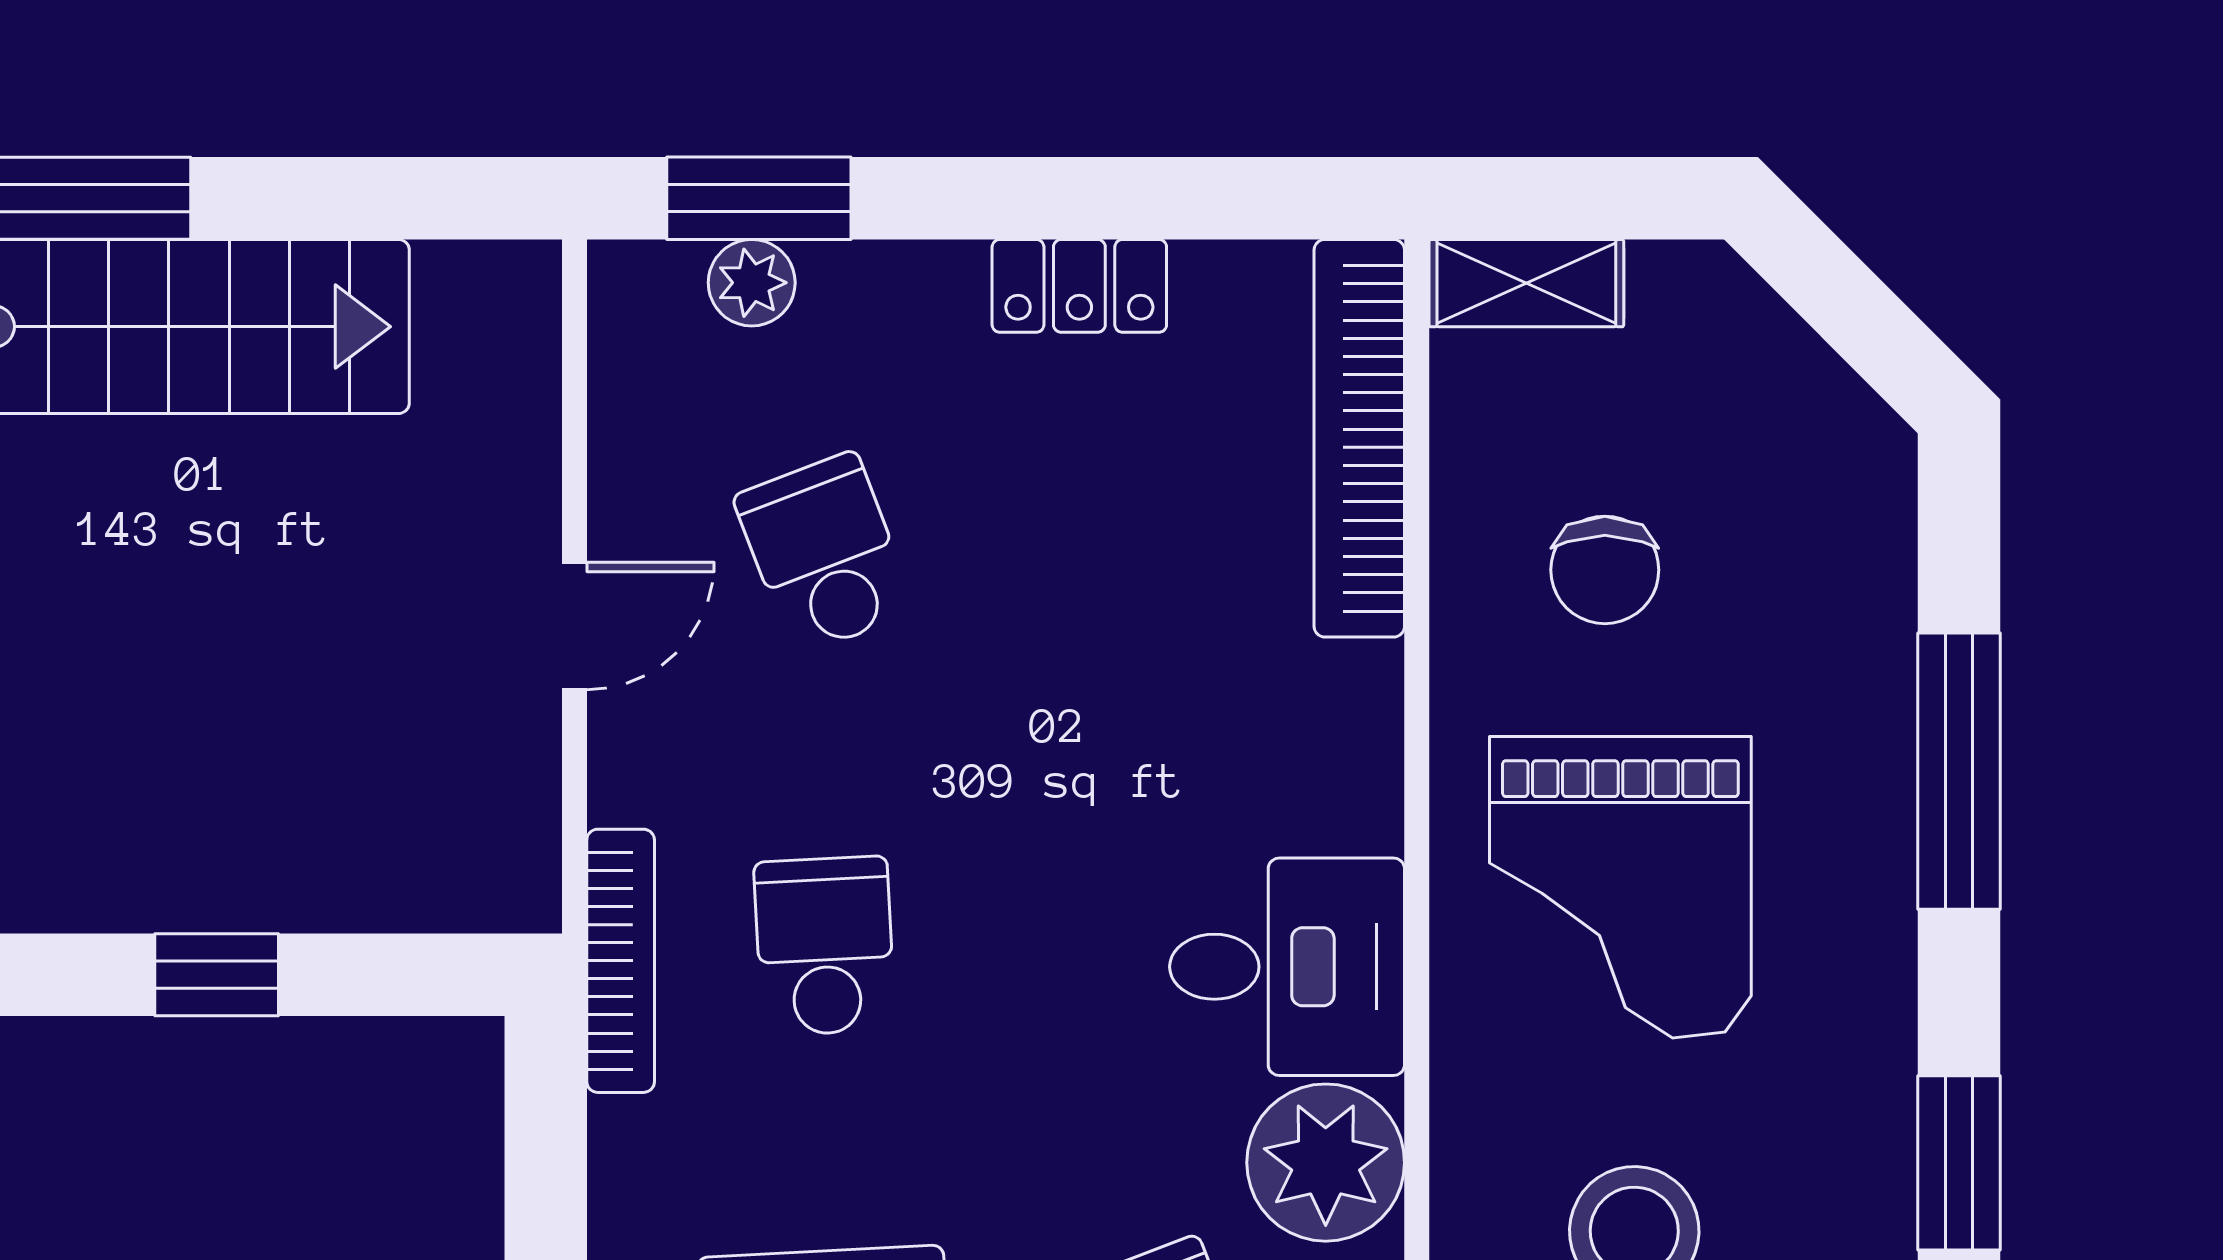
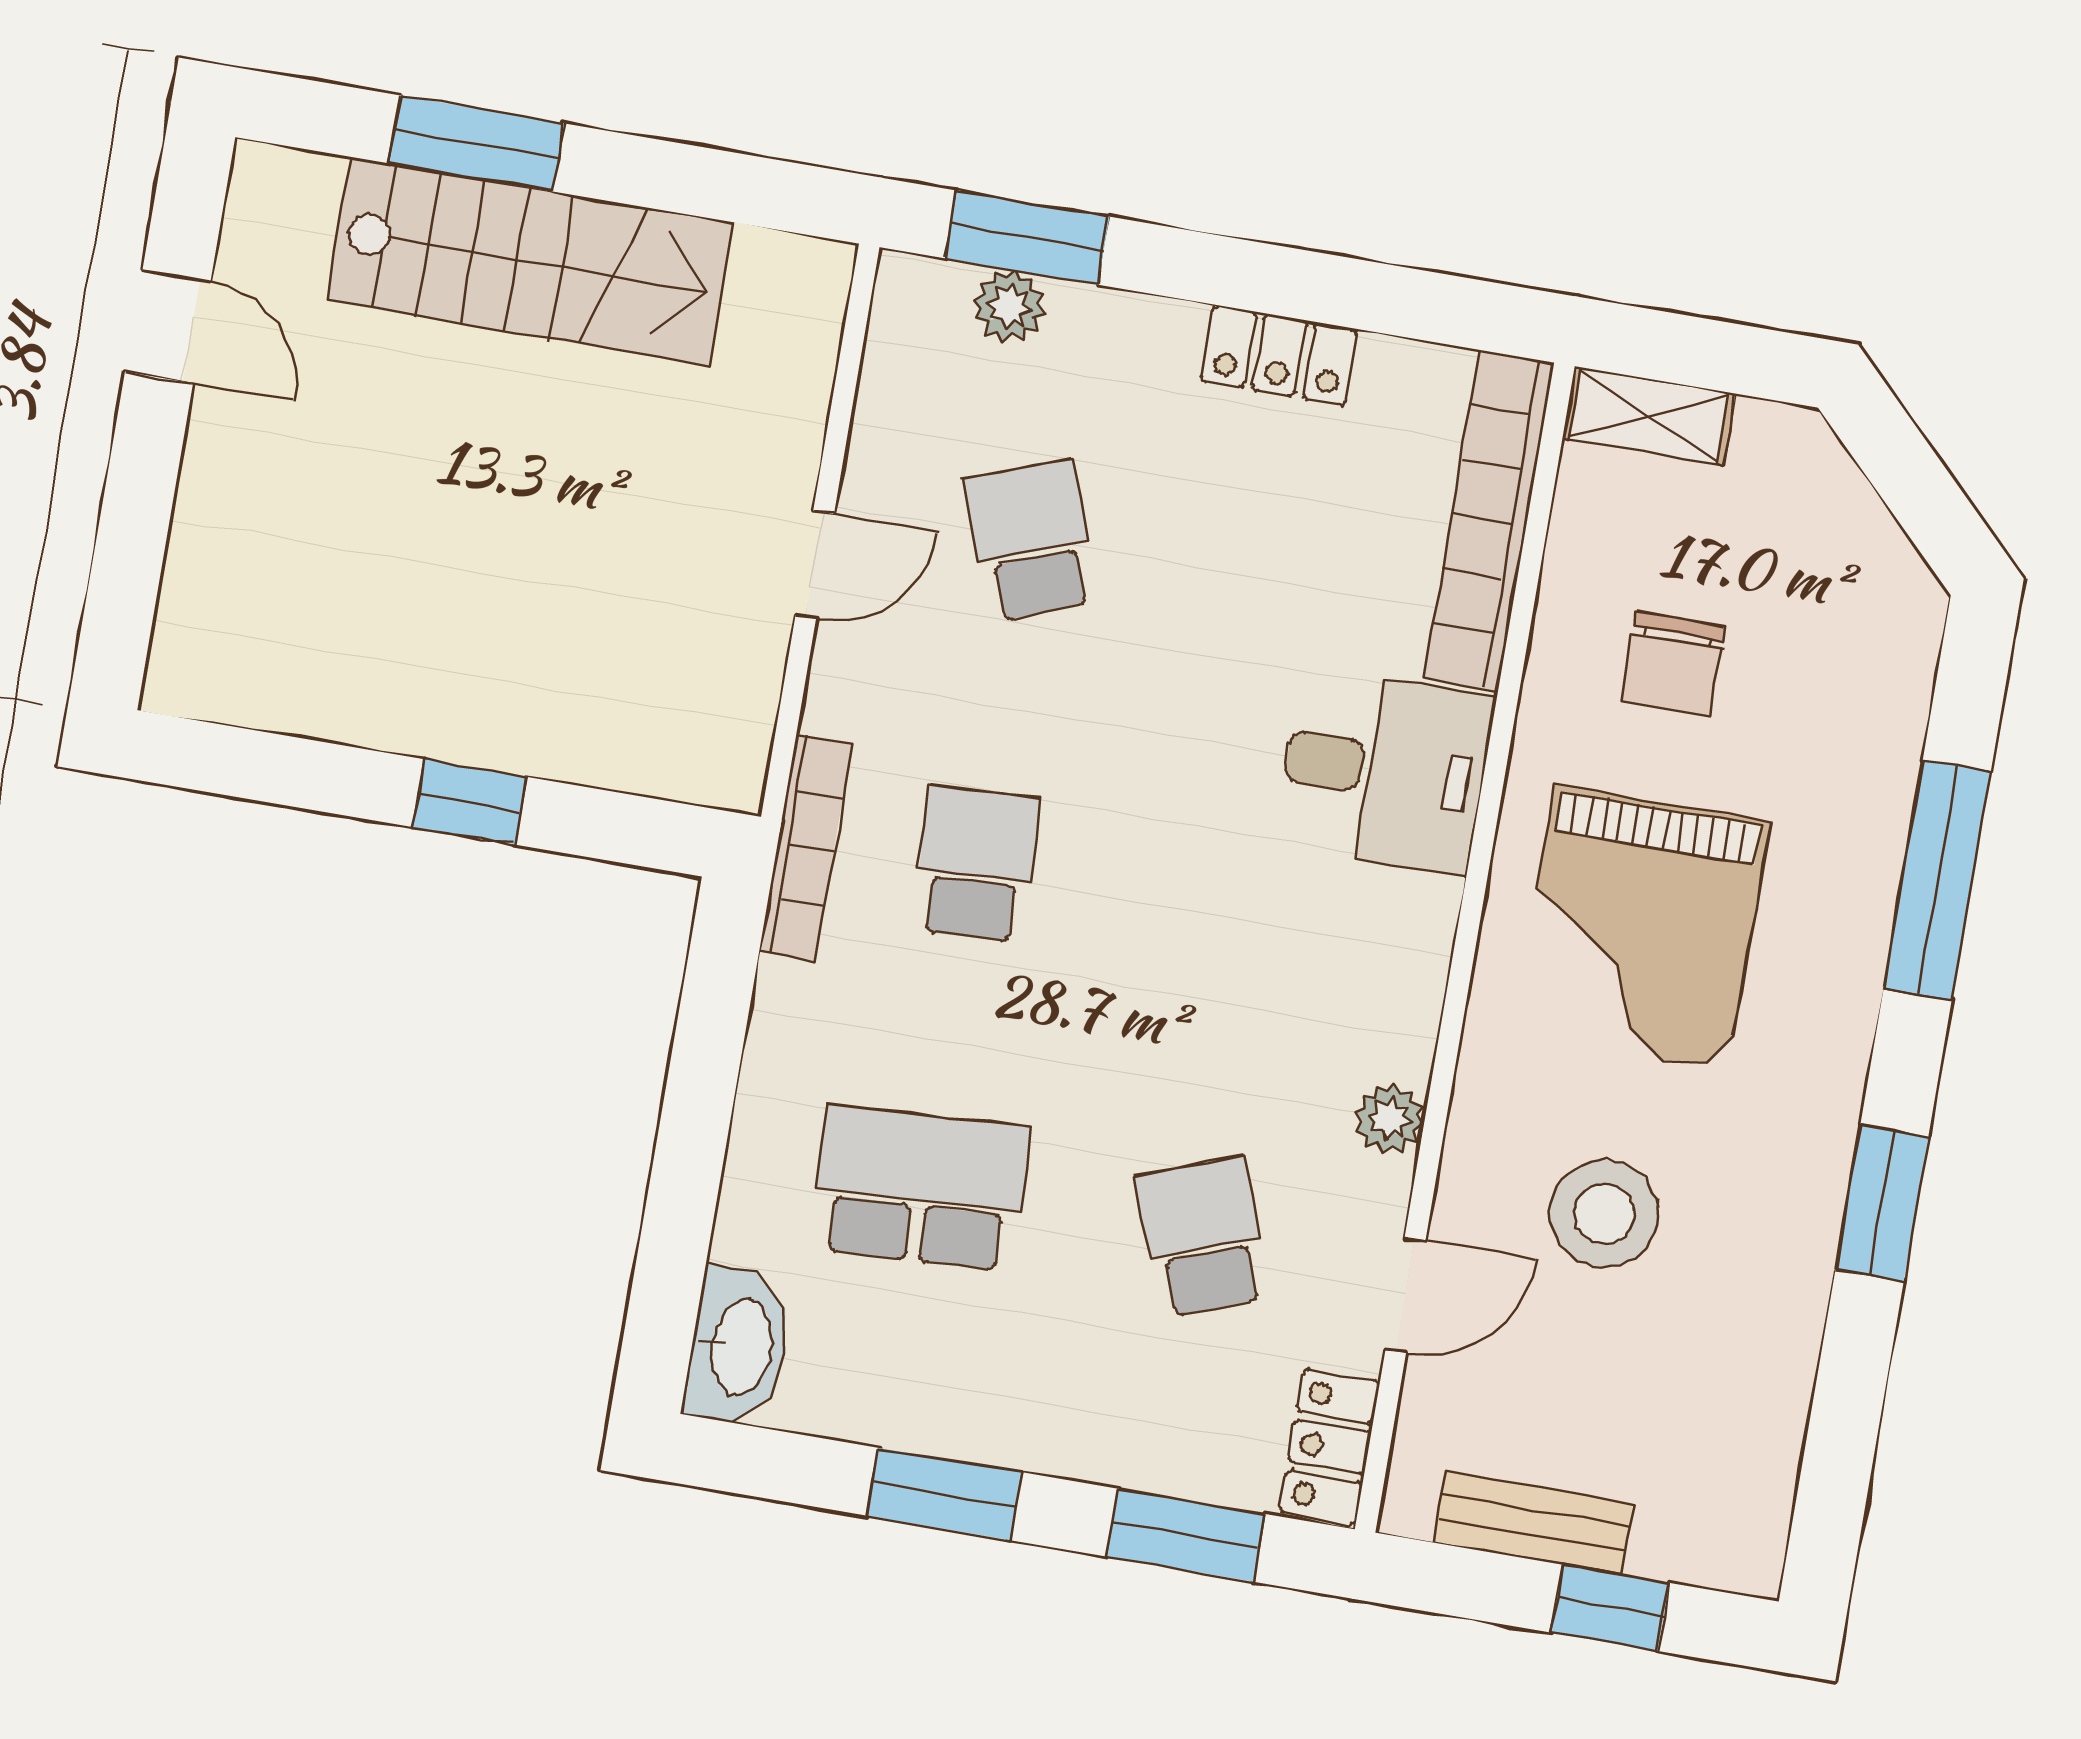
desk: (1287, 967) -> (1385, 771), moved
plant: (1326, 1163) -> (1389, 1119), width x0.53, depth x0.53

